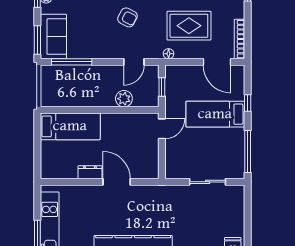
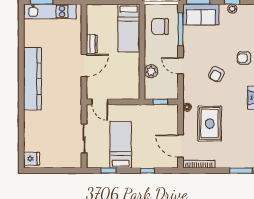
door: (134, 62) -> (181, 66), moved
door: (217, 62) -> (181, 146), hinge flipped
chair: (68, 88) -> (160, 27), added
bed: (215, 114) -> (121, 145), moved
door: (162, 129) -> (100, 102), moved
window: (248, 152) -> (108, 171), width x0.46

